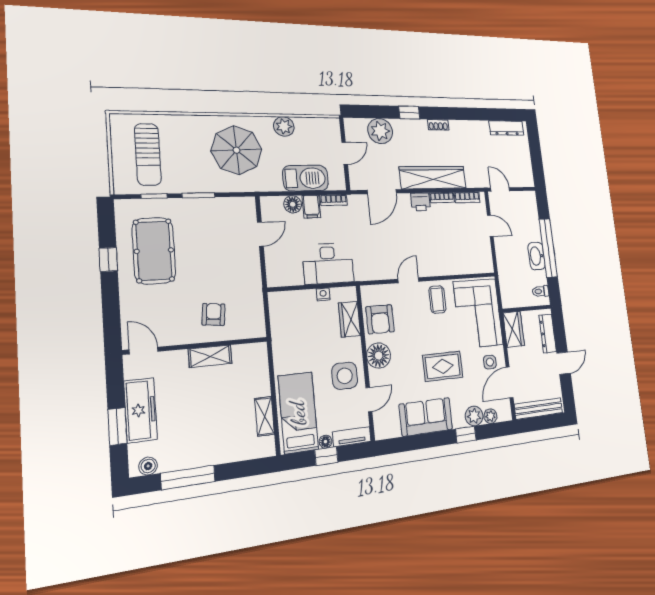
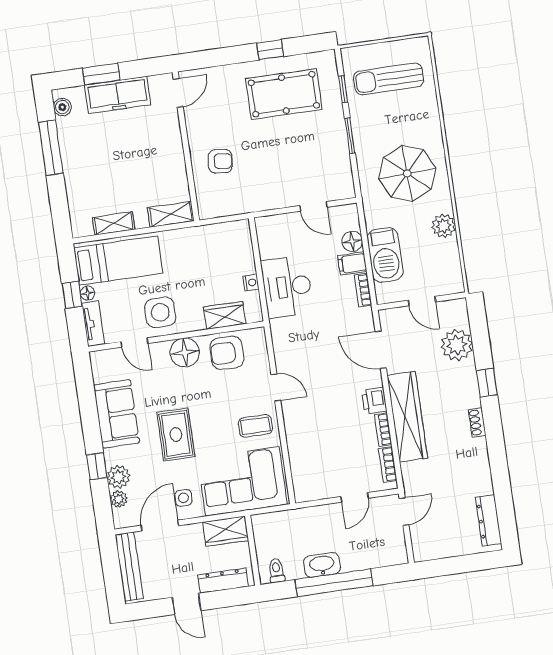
shelving: (210, 356) -> (171, 214), moved, turned 90
door: (510, 382) -> (160, 525), hinge flipped

